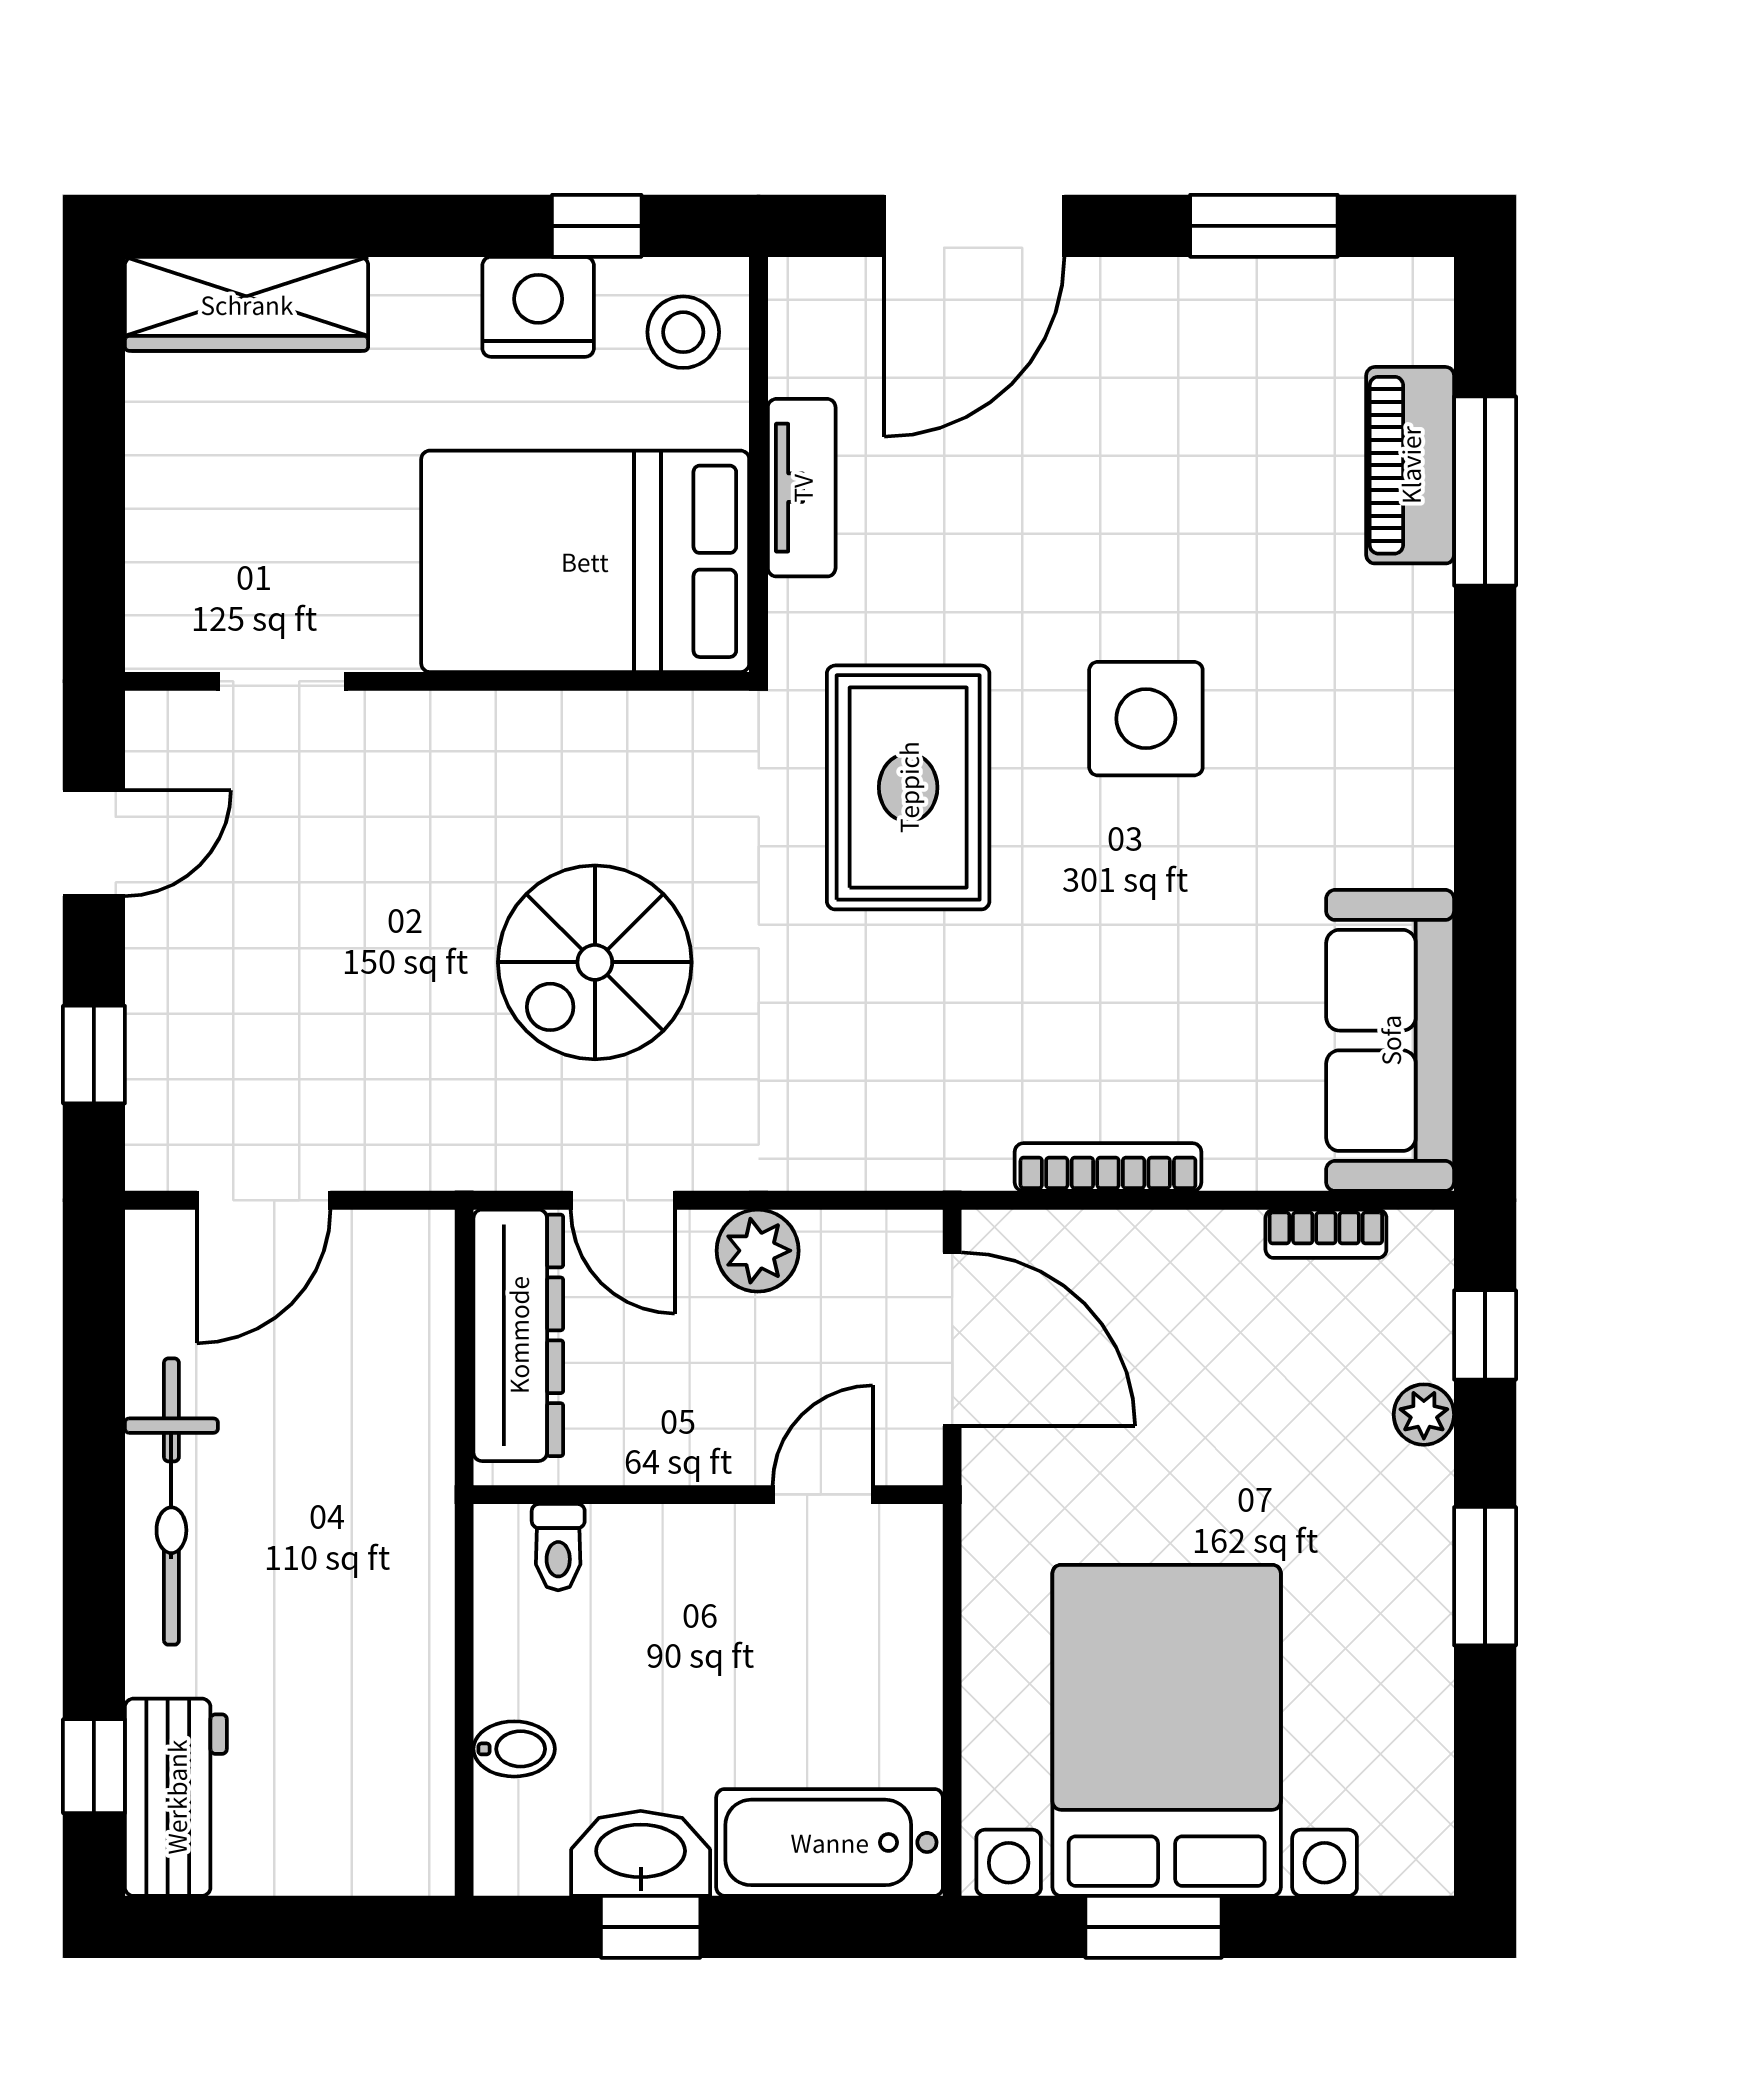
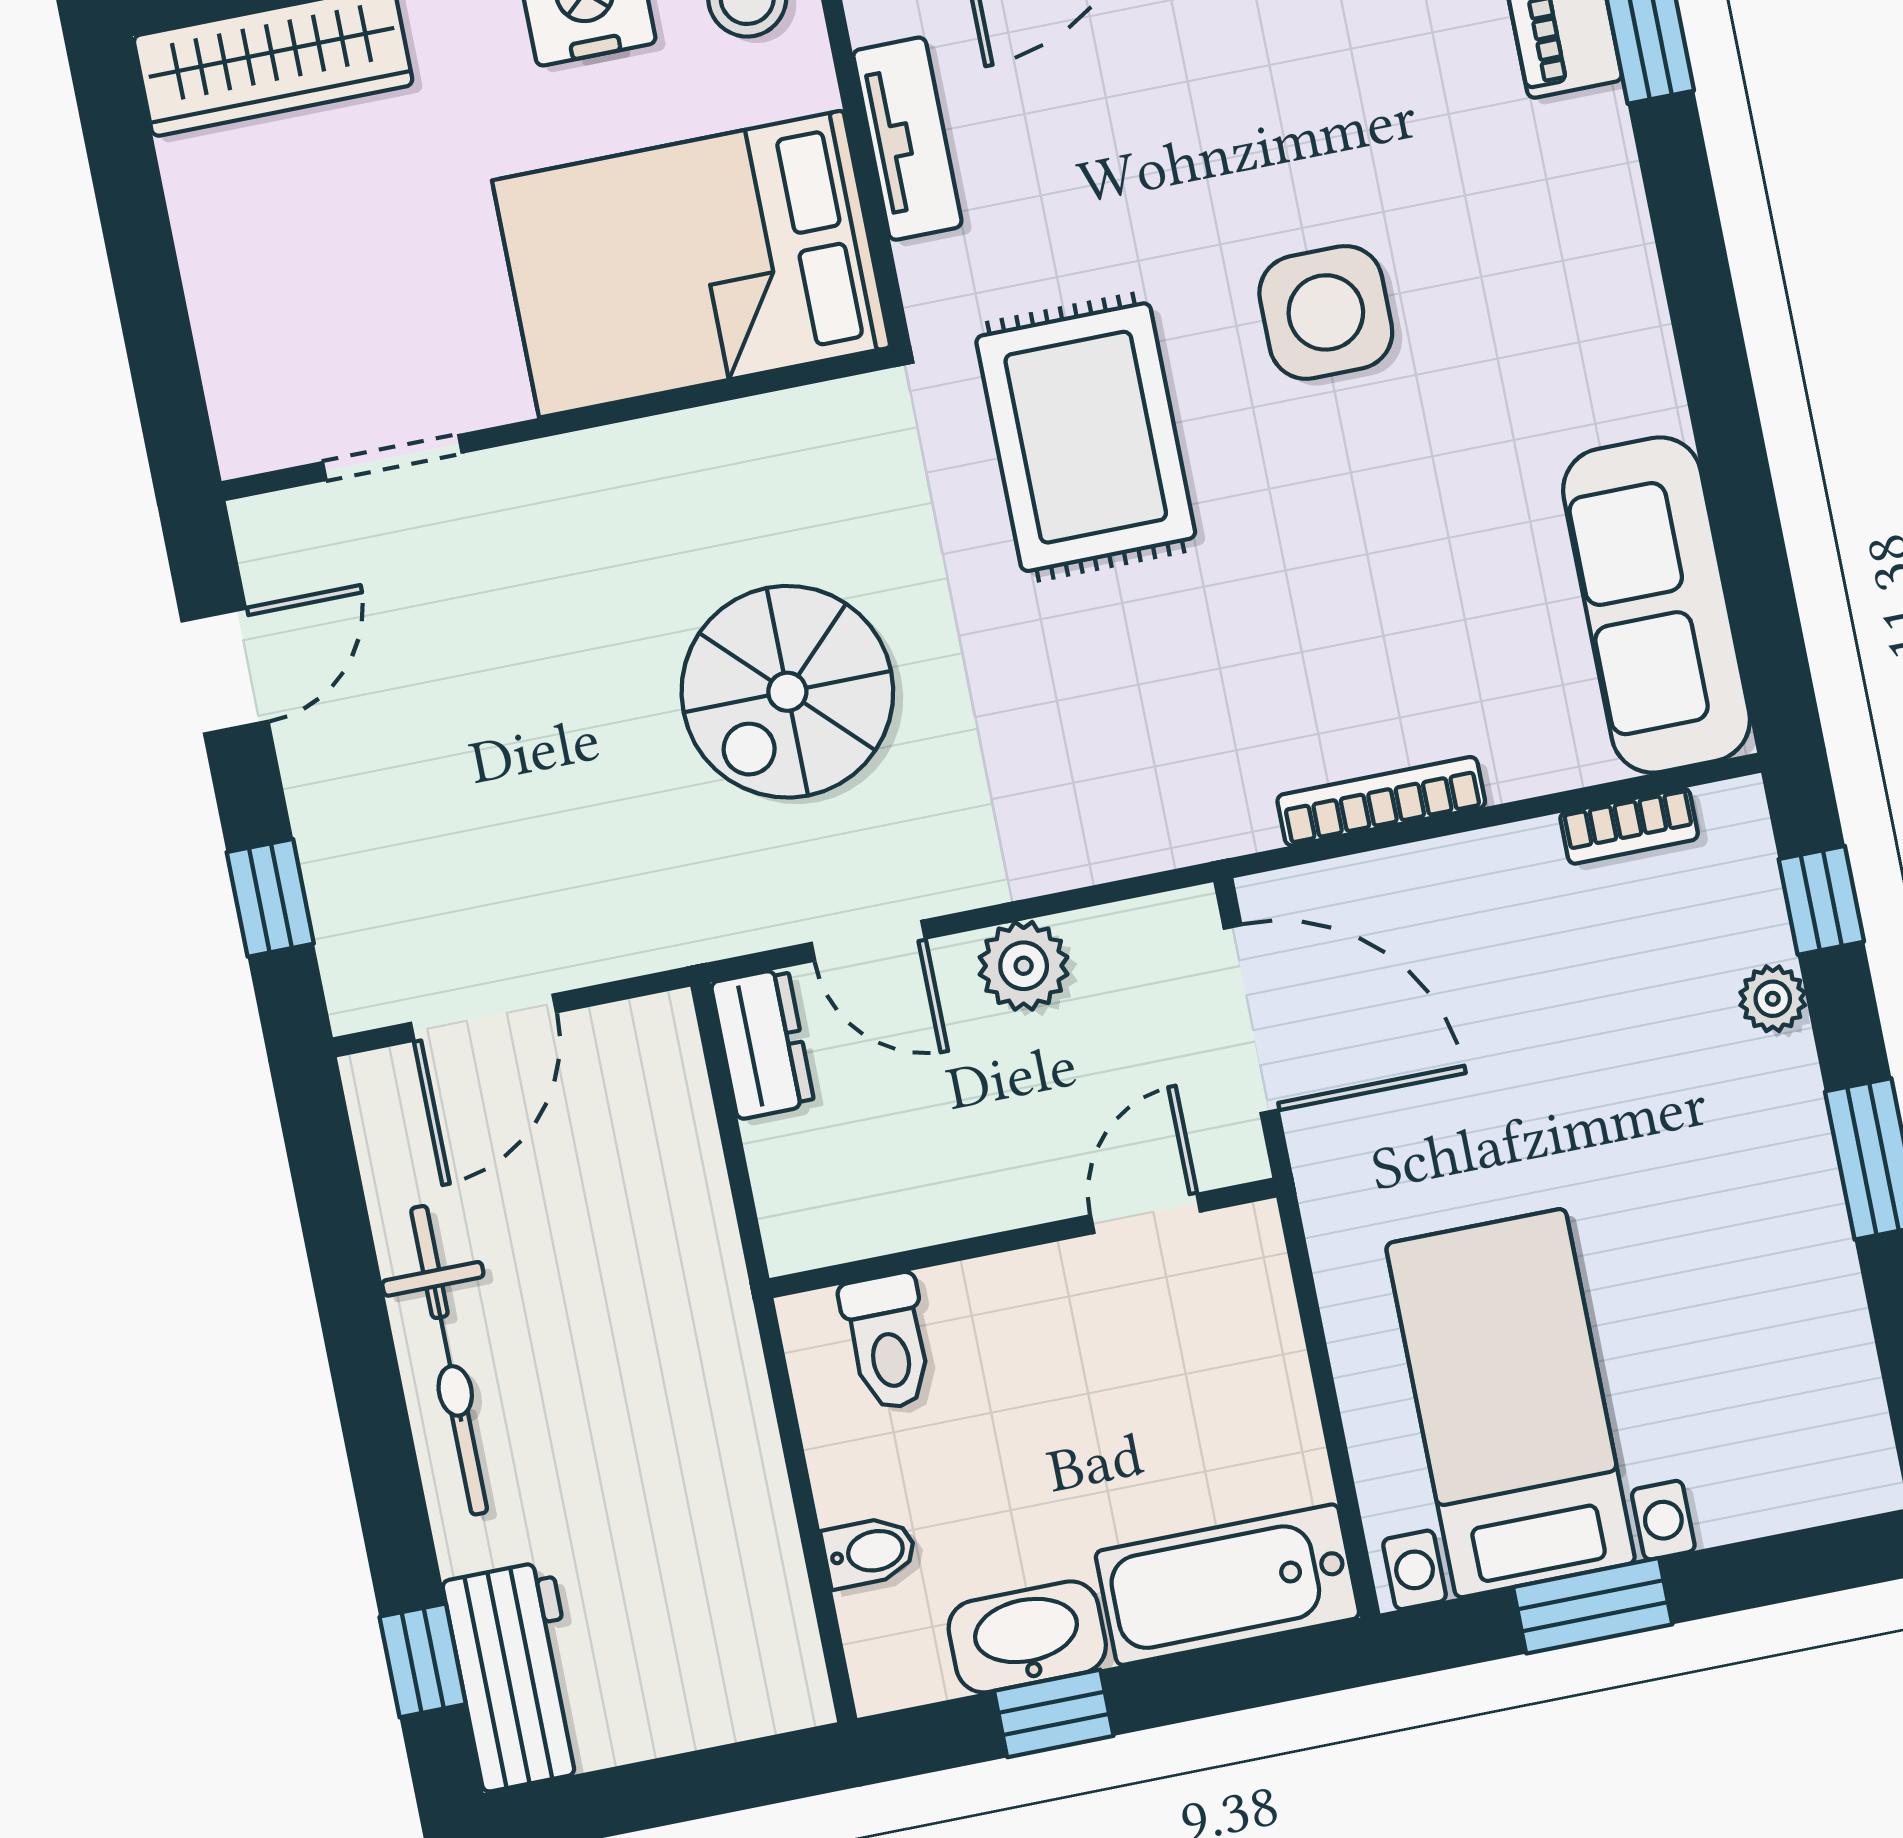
dresser: (518, 1335) -> (763, 1044), width x0.51, depth x0.80
toilet: (558, 1547) -> (888, 1342), width x1.37, depth x1.39
bed with nightstands: (1167, 1730) -> (1511, 1403), width x0.73

